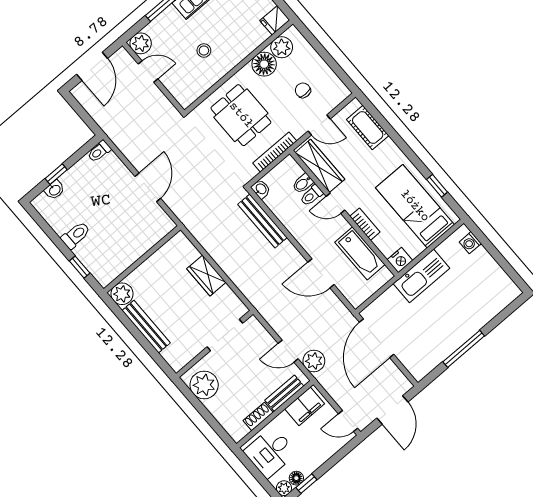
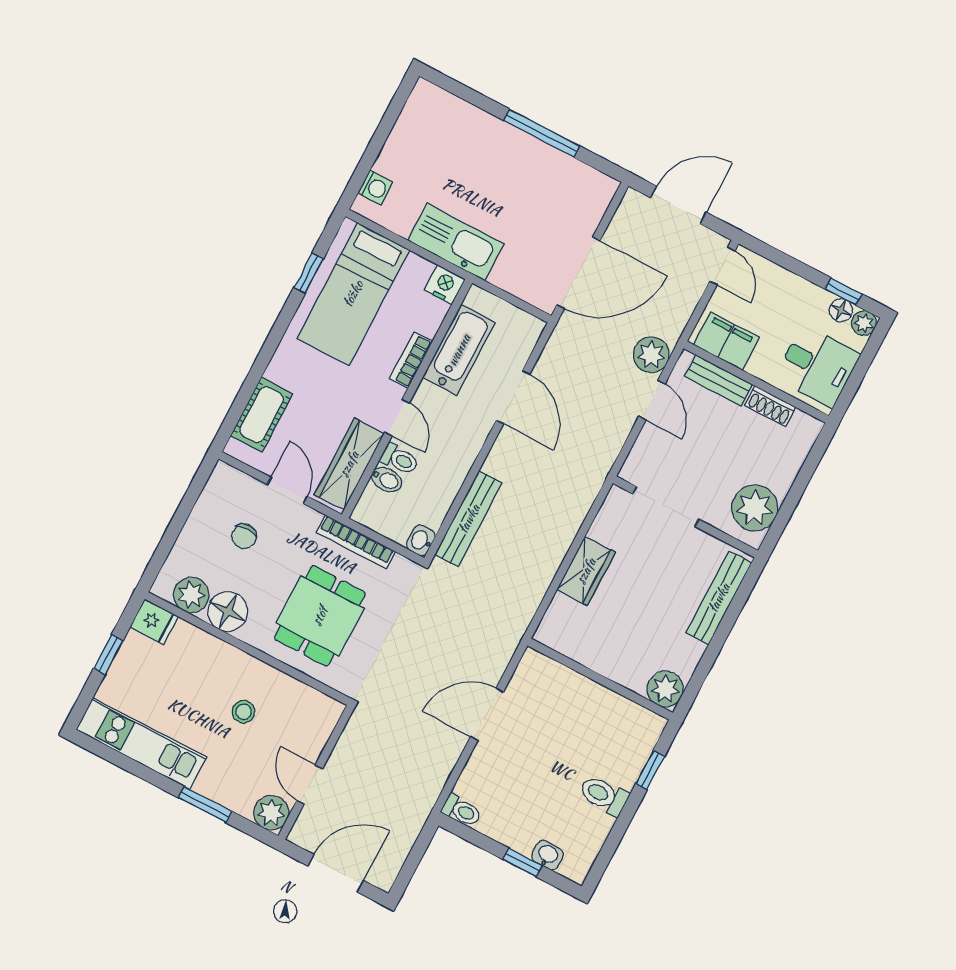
bench: (146, 327) -> (719, 598), moved

